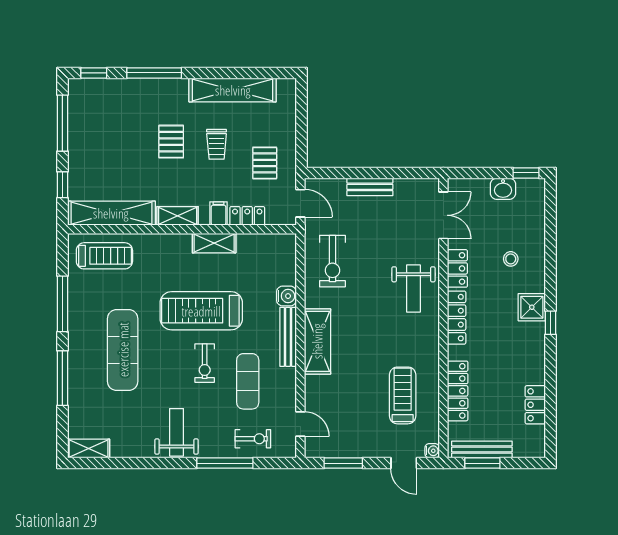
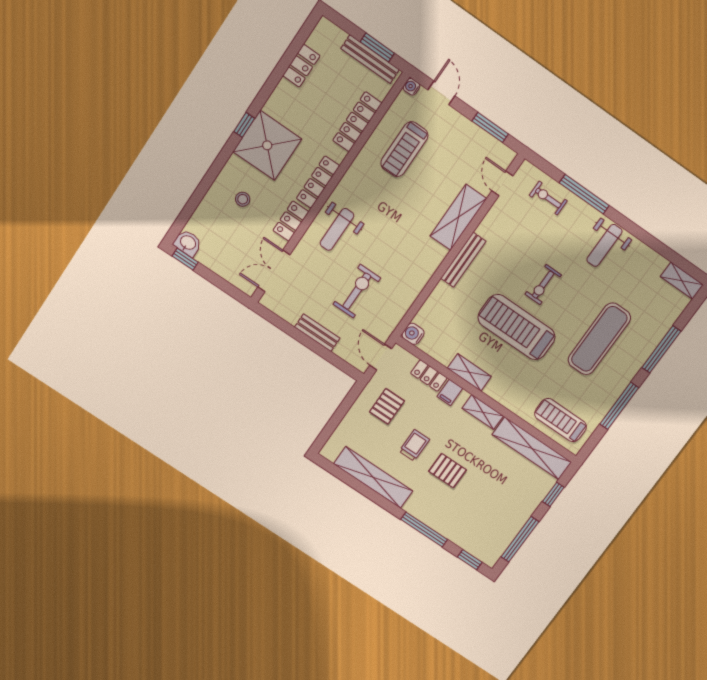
pallet: (171, 142) -> (448, 471), turned 90
washbasin: (503, 189) -> (188, 243), moved
exercise bike: (332, 261) -> (357, 291), moved
weight bench: (413, 288) -> (337, 229), turned 180
water cooler: (286, 296) -> (413, 334), moved
shower: (532, 307) -> (267, 145), width x1.86, depth x1.86
treadmill: (201, 311) -> (517, 327), turned 180
shelving: (317, 341) -> (458, 217), moved
exercise bike: (205, 363) -> (543, 285), turned 180
exercise mat: (248, 381) -> (520, 247), removed

